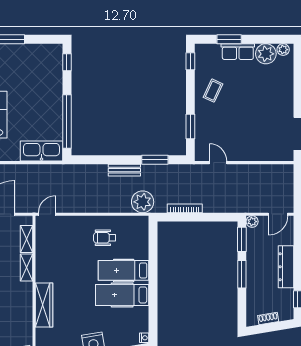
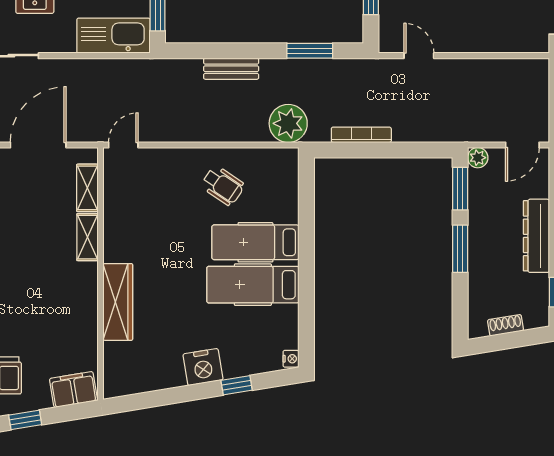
bench: (124, 170) -> (231, 69), moved
wheelchair: (105, 238) -> (223, 186), turned -146

